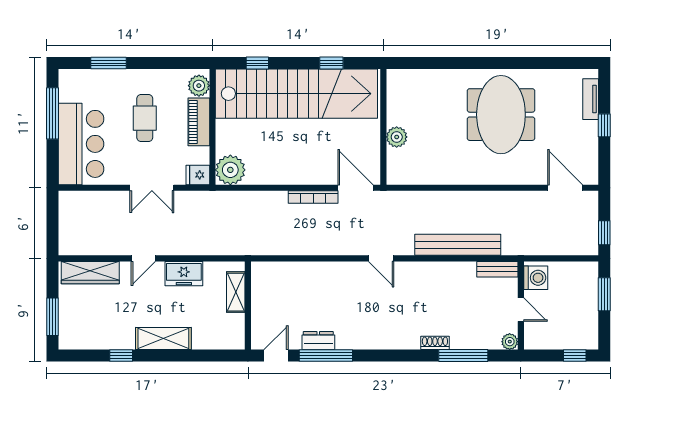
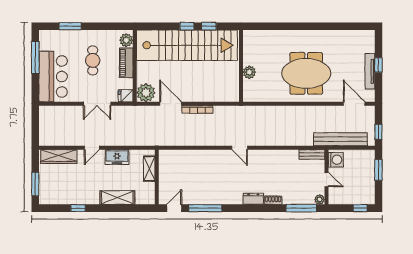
window: (257, 63) -> (187, 26), moved
tv unit: (591, 99) -> (370, 71), moved, width x1.41
meeting table: (501, 115) -> (306, 73), moved, turned 90
door: (355, 188) -> (171, 104), moved
bench: (458, 245) -> (340, 139), moved
shelving: (163, 339) -> (117, 198), moved
dresser: (318, 341) -> (253, 199), moved
window: (463, 356) -> (301, 208), moved

